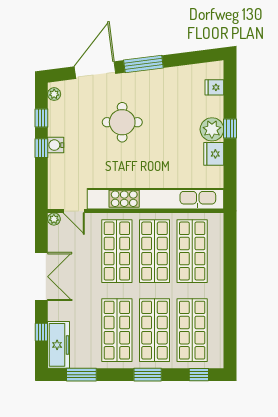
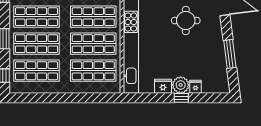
window: (143, 64) -> (230, 54), moved
fridge: (214, 87) -> (196, 87), moved

